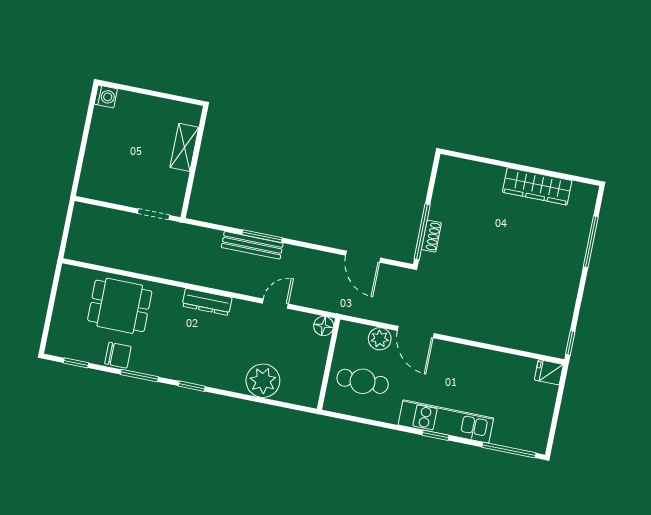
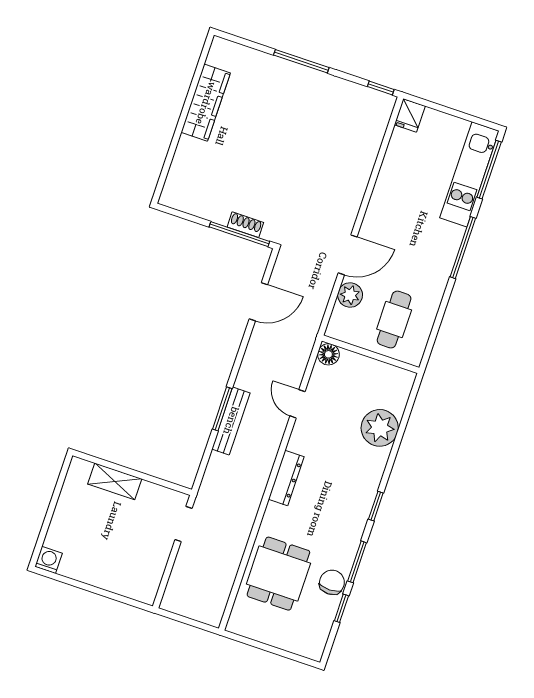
window: (591, 242) -> (301, 61), moved
window: (76, 363) -> (341, 608), moved
kitchen unit: (446, 421) -> (469, 174), moved
window: (435, 435) -> (463, 248), width x2.17

